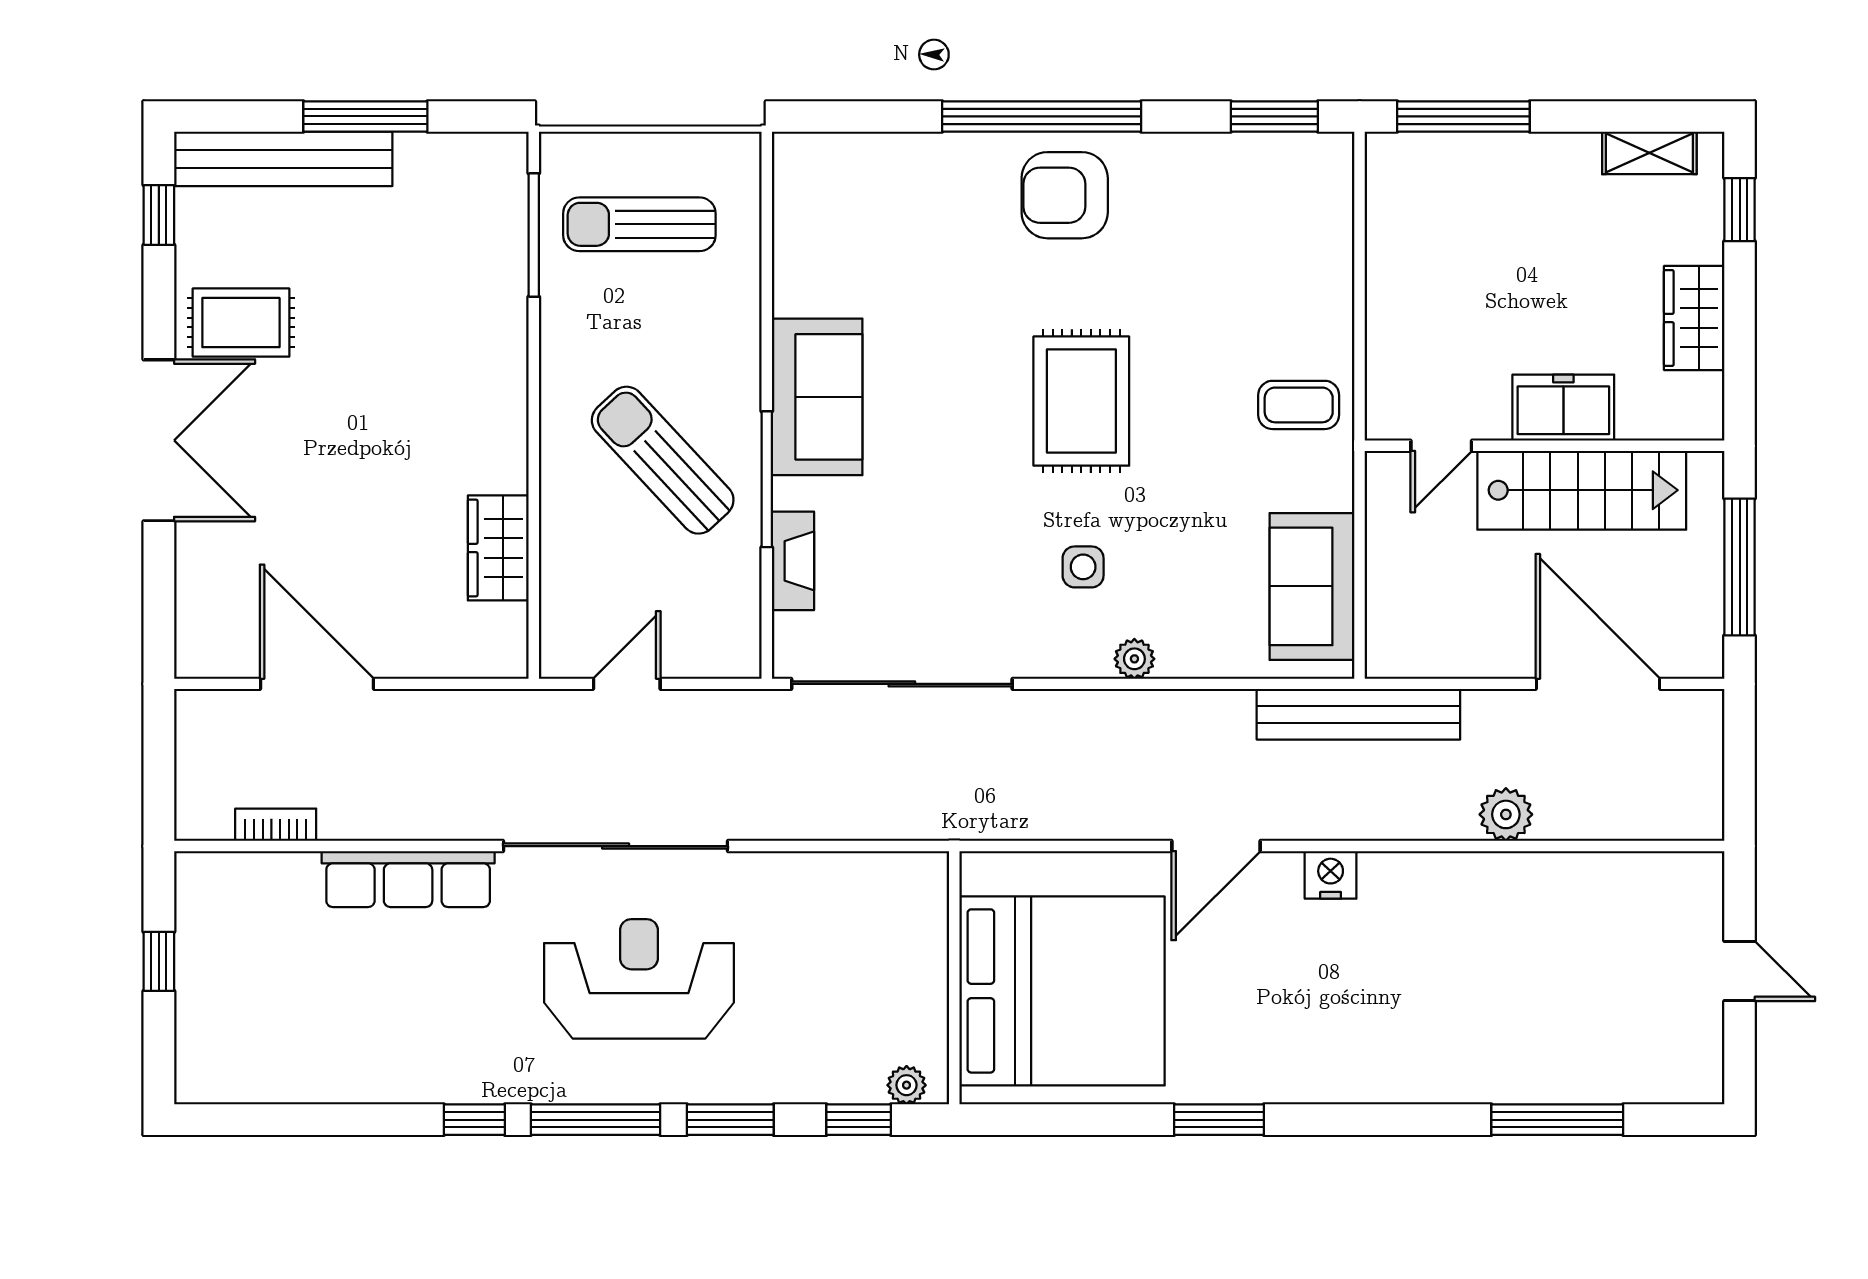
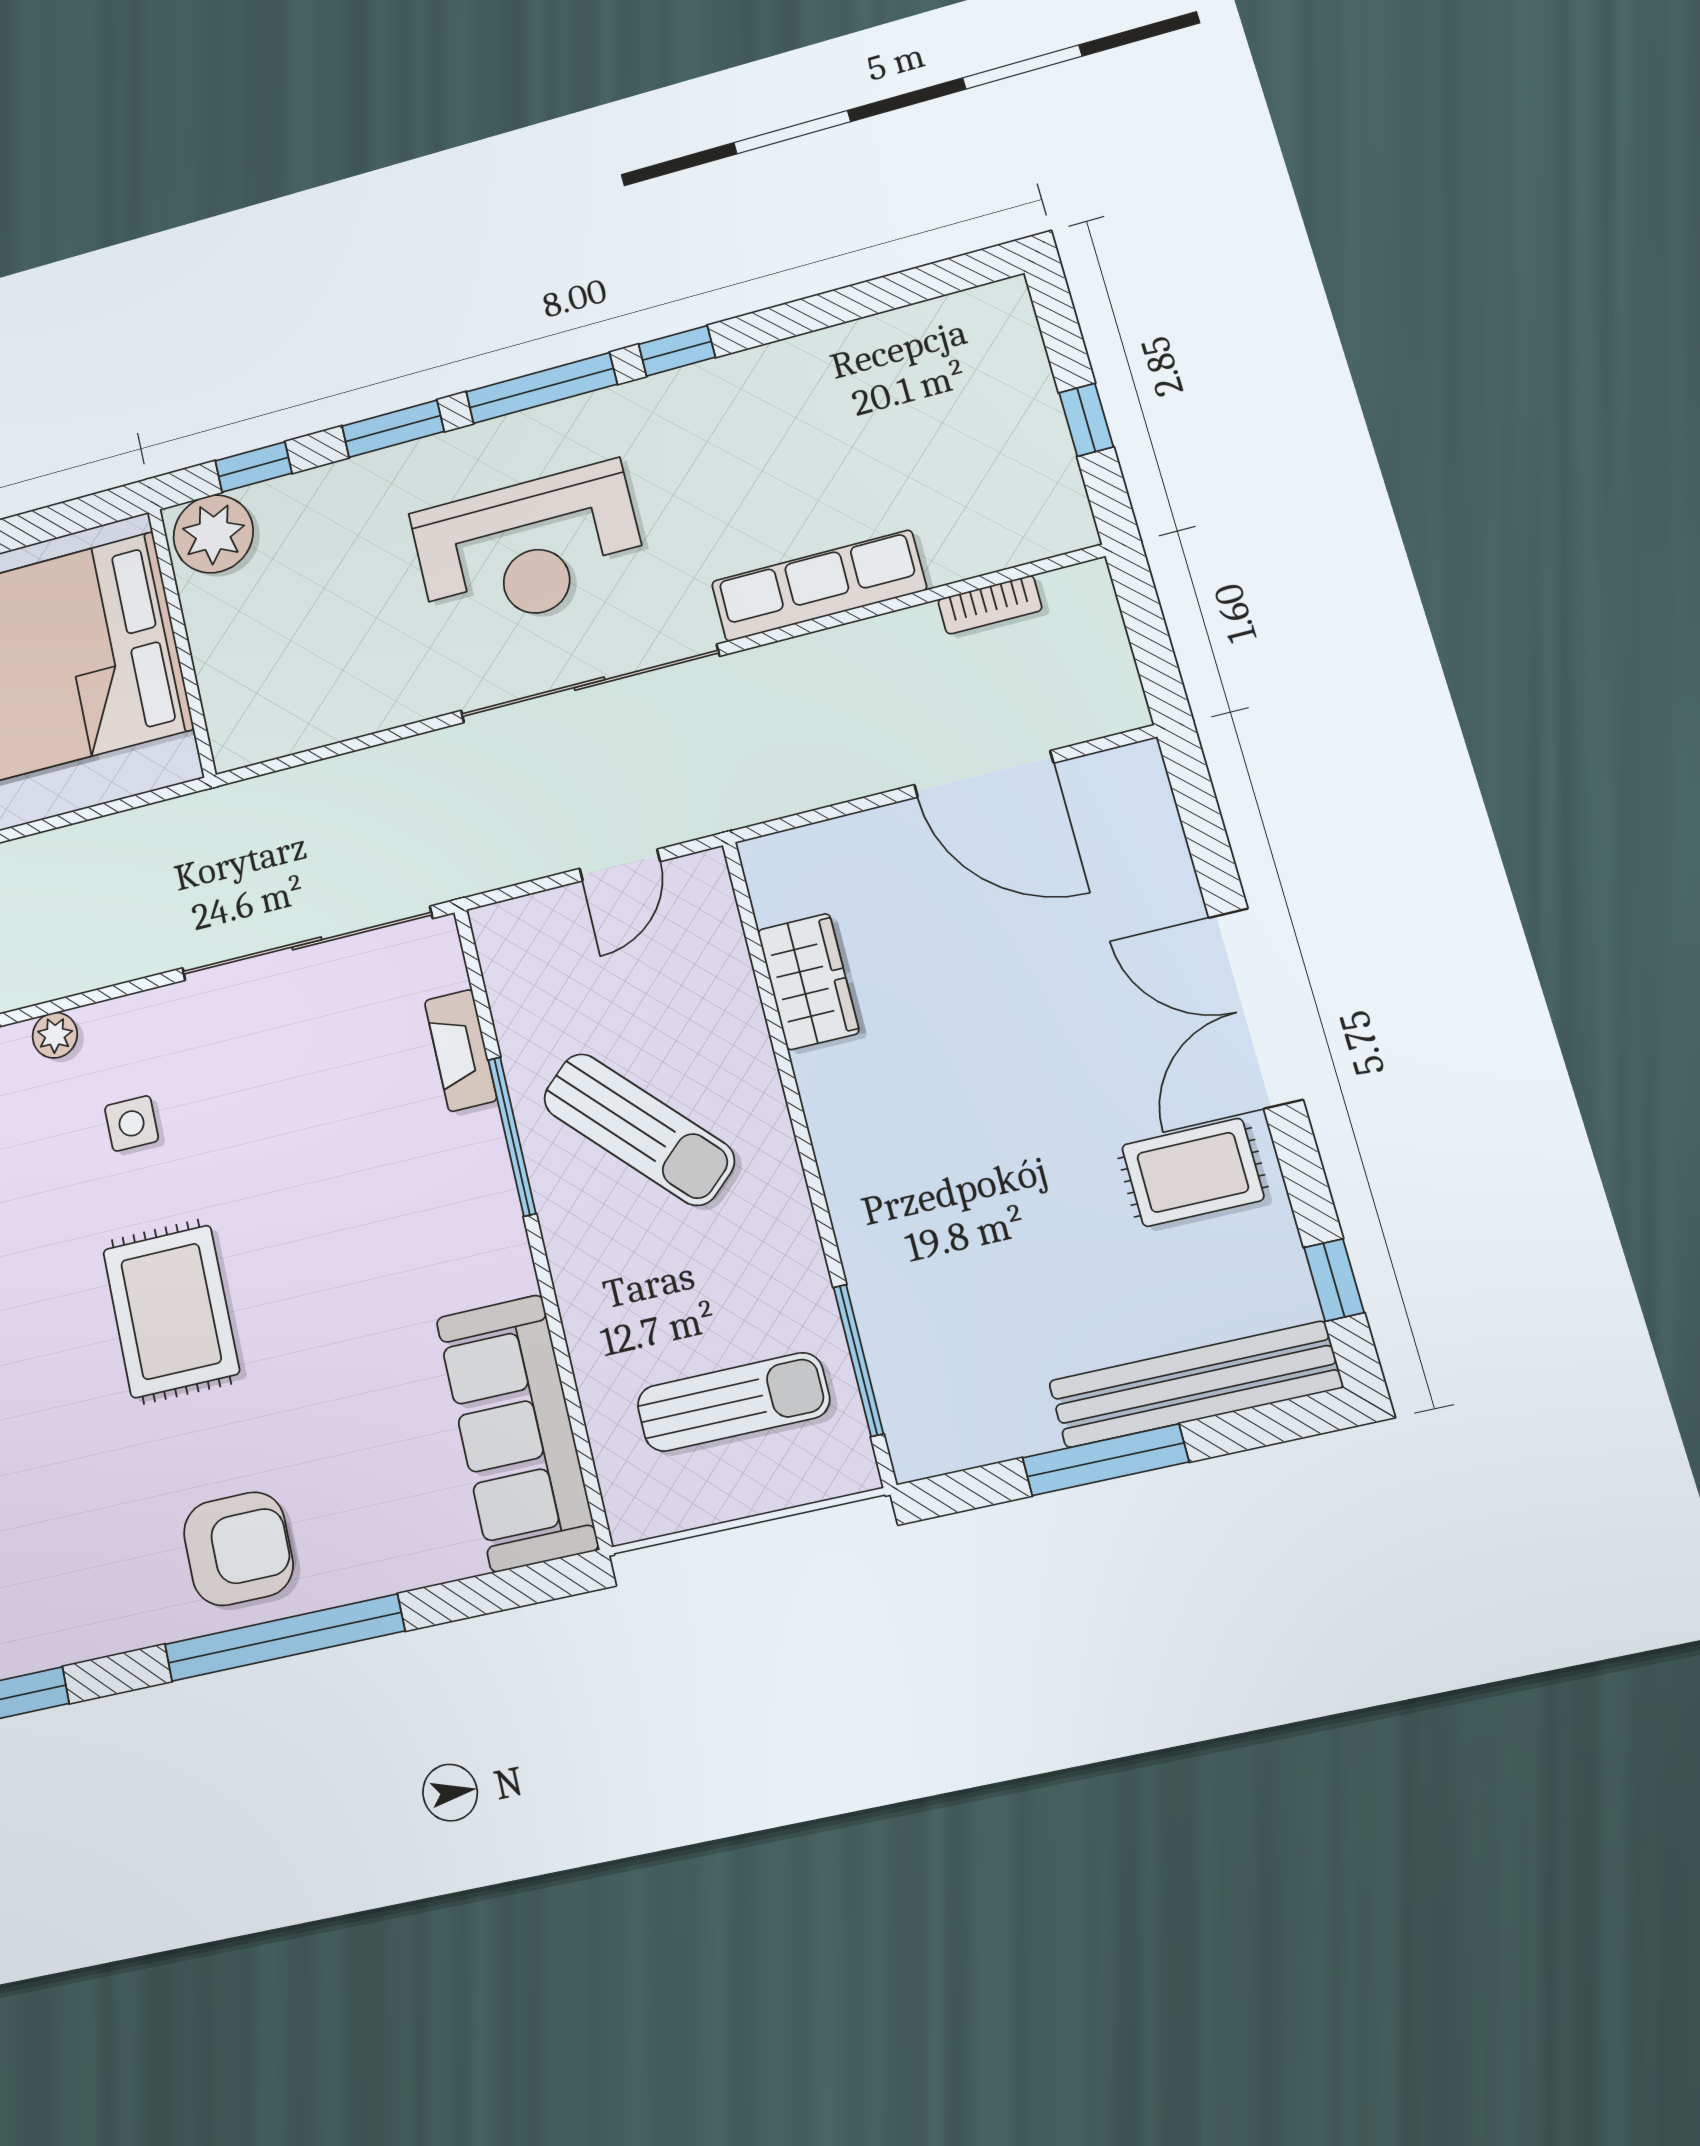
sofa: (817, 397) -> (517, 1433), moved, width x1.36
plant: (907, 1085) -> (213, 534), width x1.88, depth x1.88

